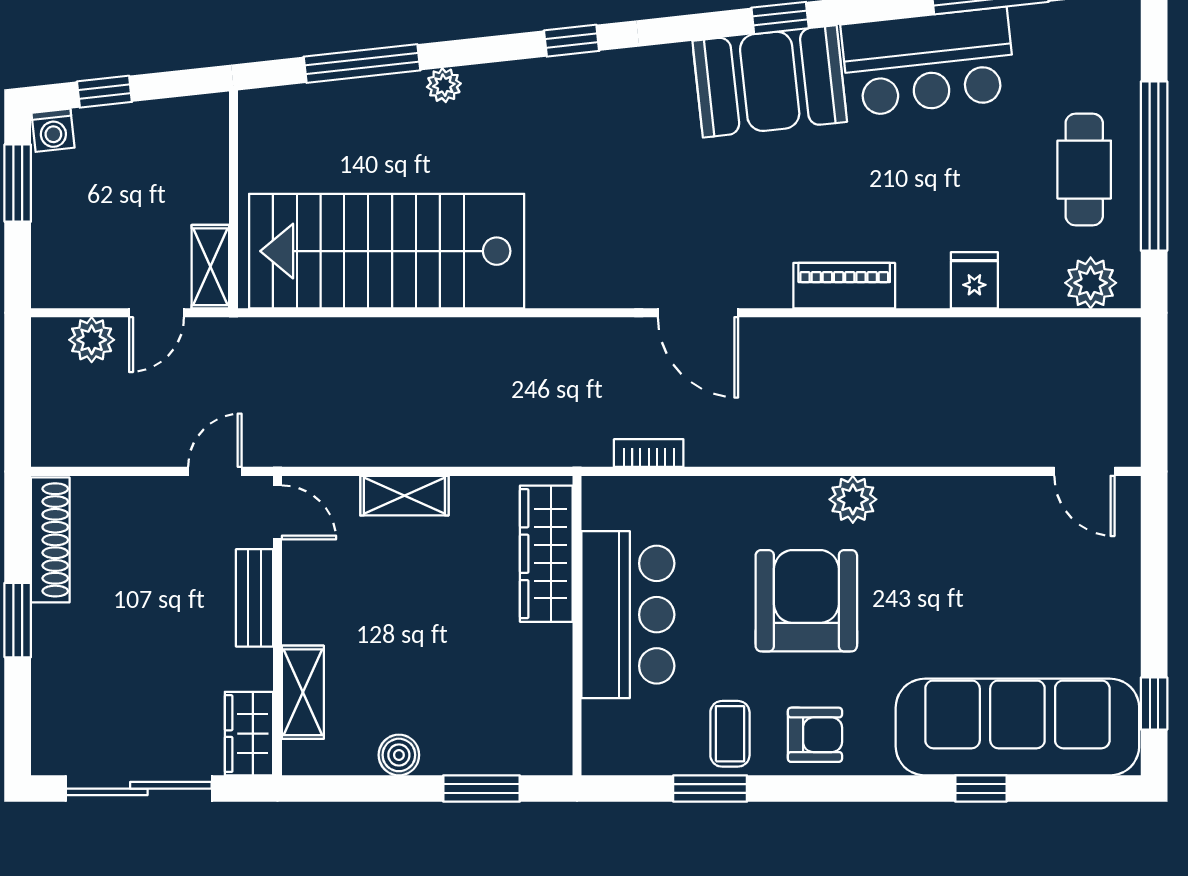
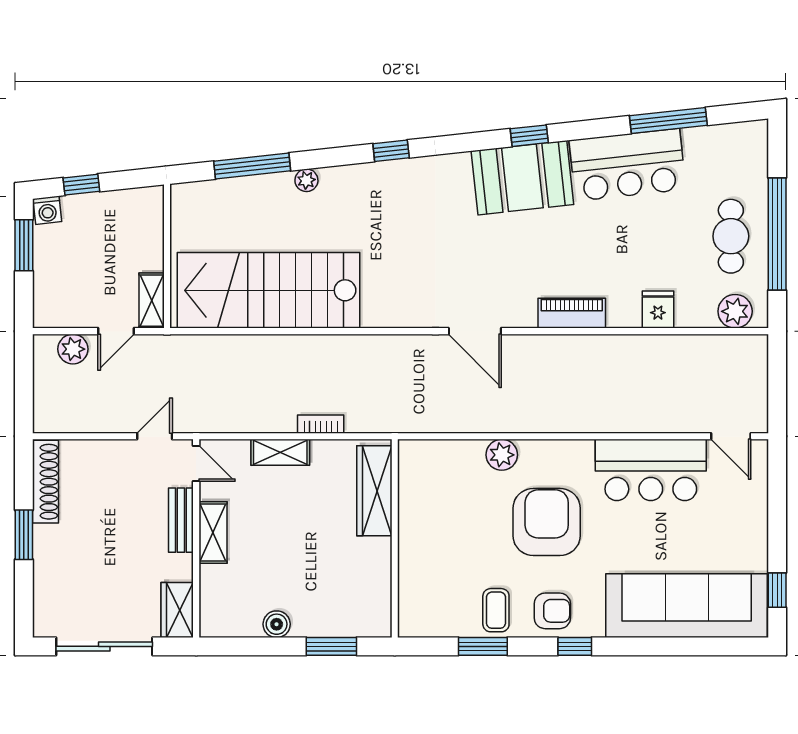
bookcase: (649, 453) -> (321, 424), moved
plant: (853, 499) -> (502, 455), moved
bar counter: (628, 615) -> (651, 470), moved, turned 90
shelving: (303, 692) -> (213, 532), moved
window: (981, 789) -> (575, 646), moved

